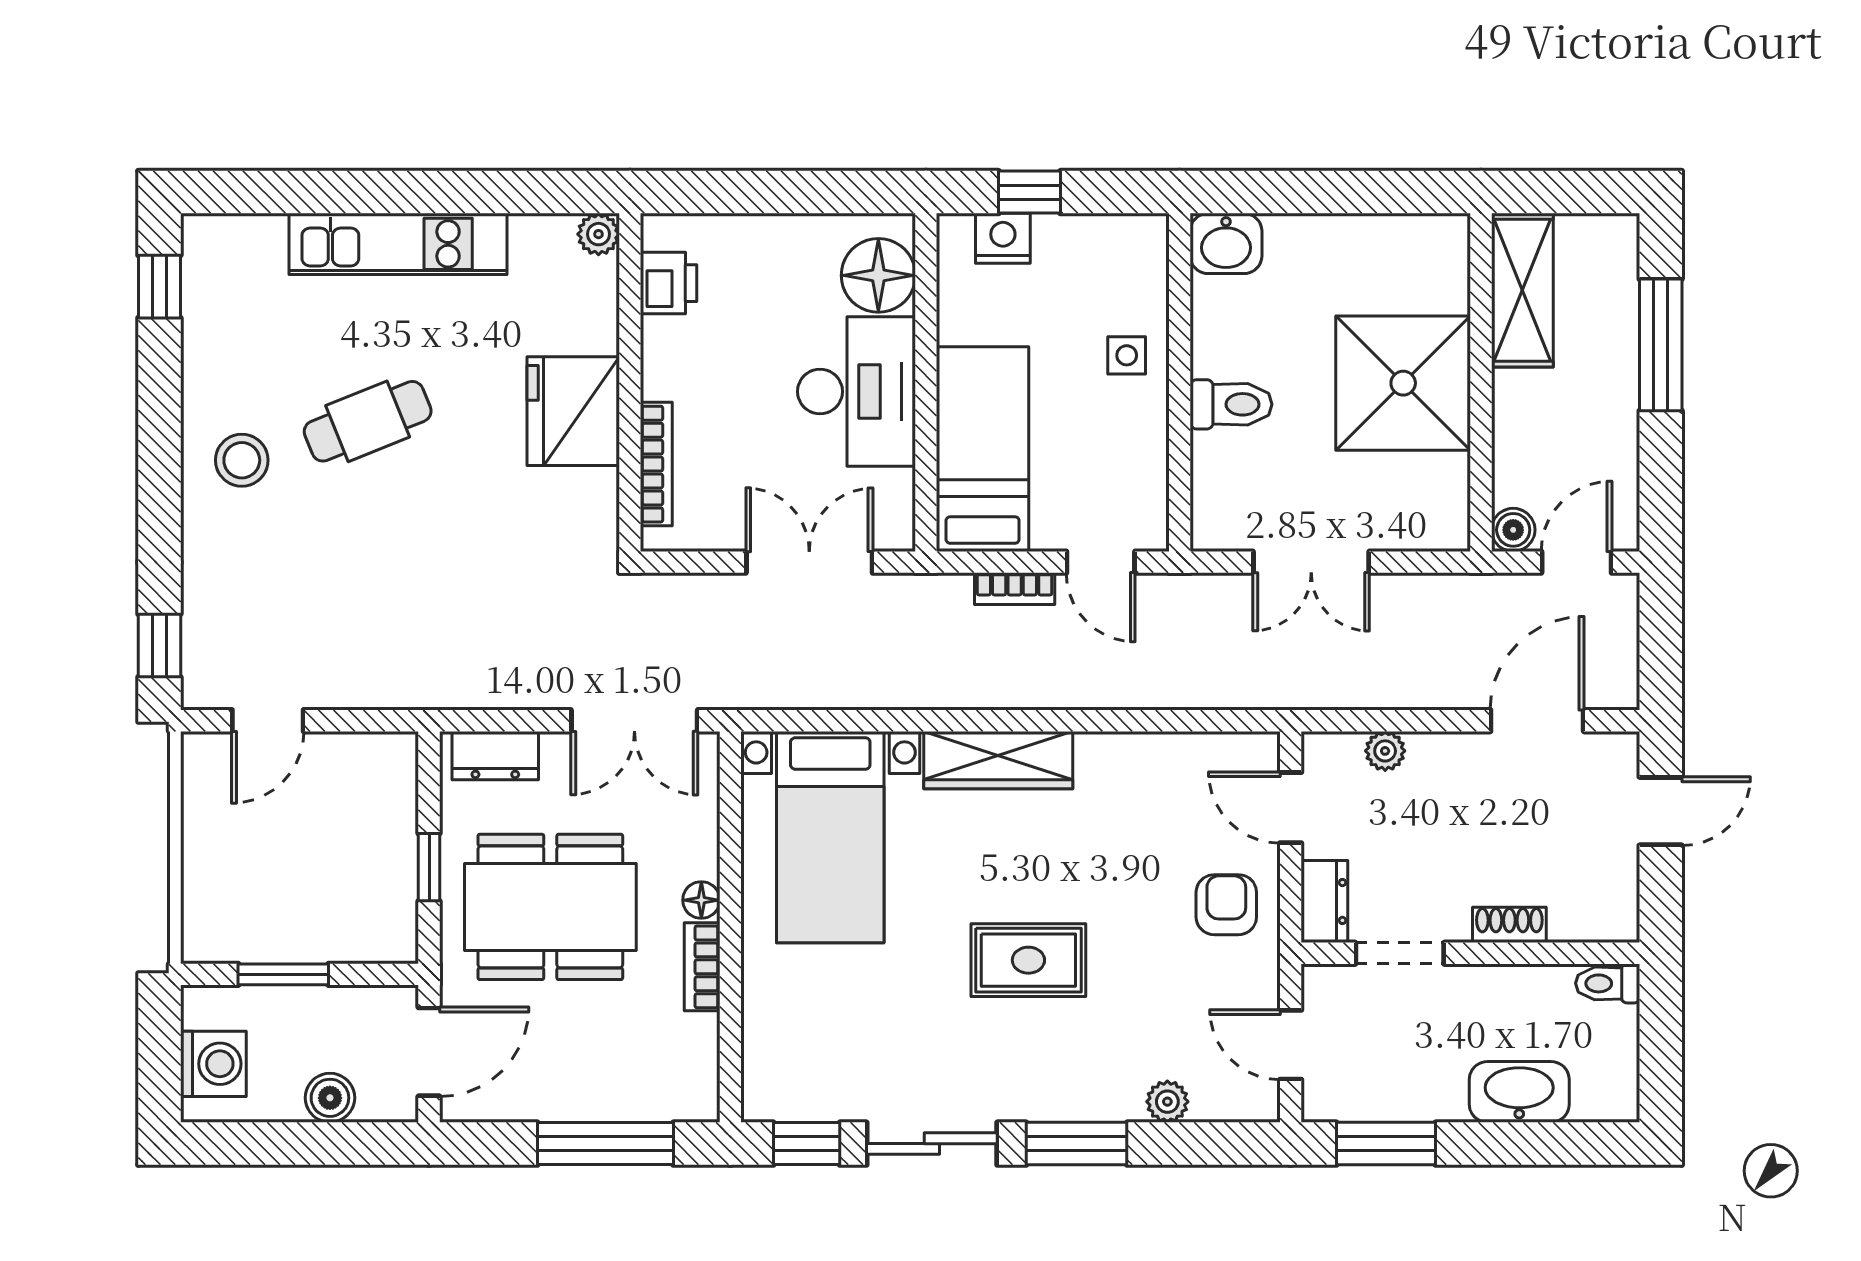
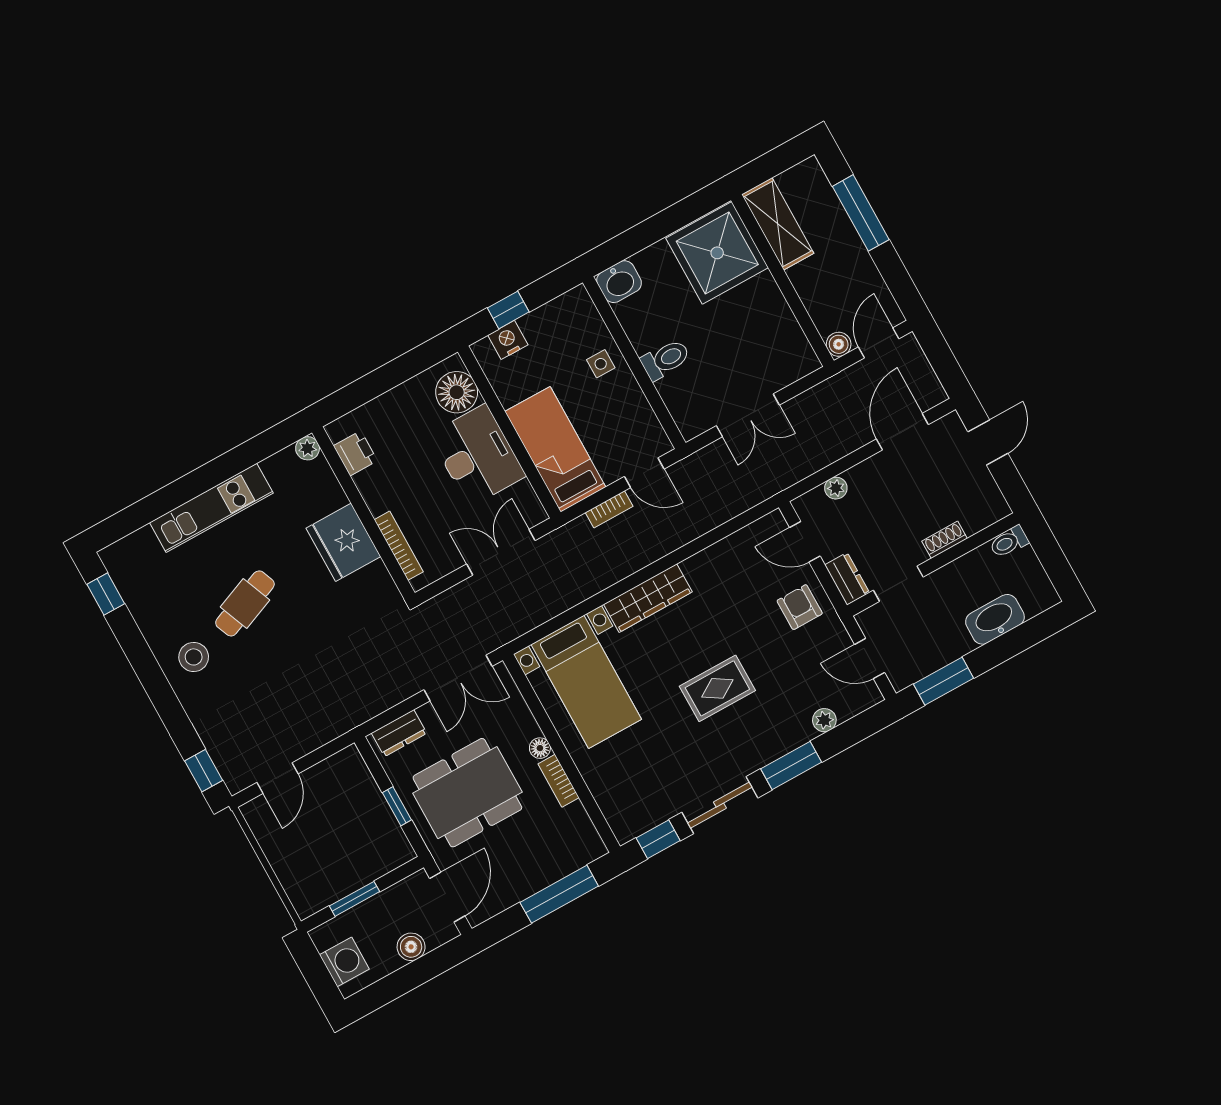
shower: (1403, 383) -> (717, 253), moved

